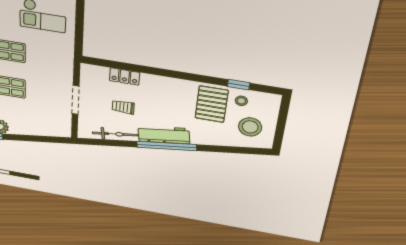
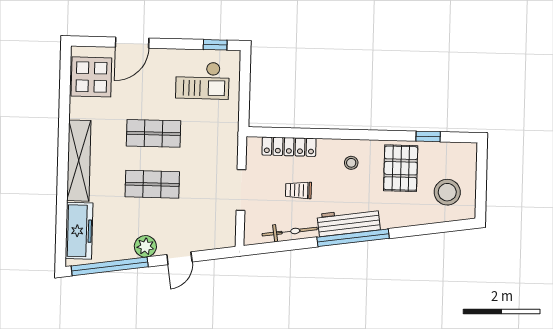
locker: (125, 76) -> (289, 147), width x1.53
stool: (241, 101) -> (351, 163), moved
door: (27, 138) -> (179, 258), added

